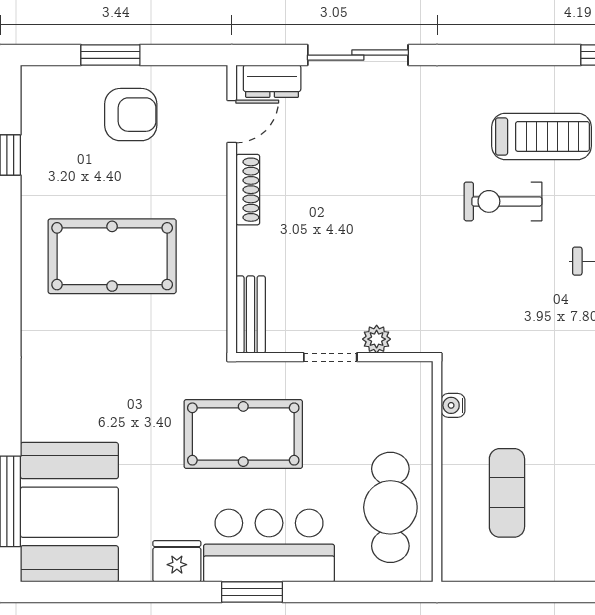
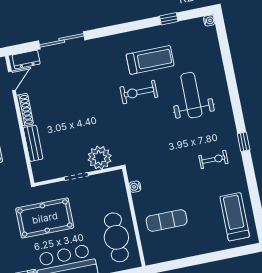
bench: (251, 314) -> (33, 143), moved
plant: (377, 339) -> (100, 158), width x1.88, depth x1.88
exercise mat: (507, 493) -> (167, 221), turned 90

